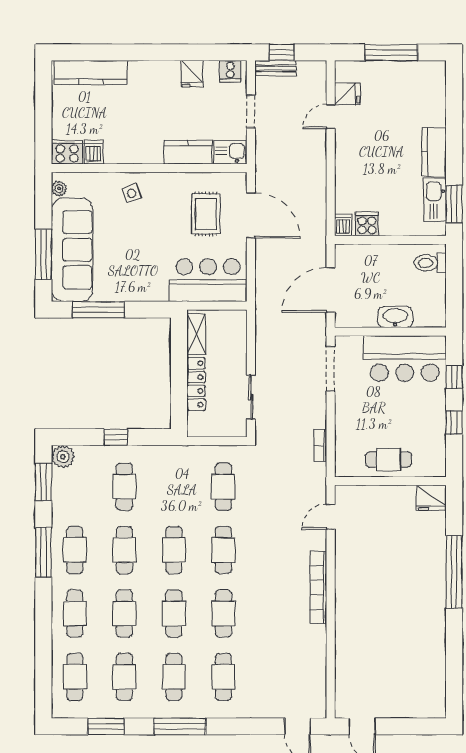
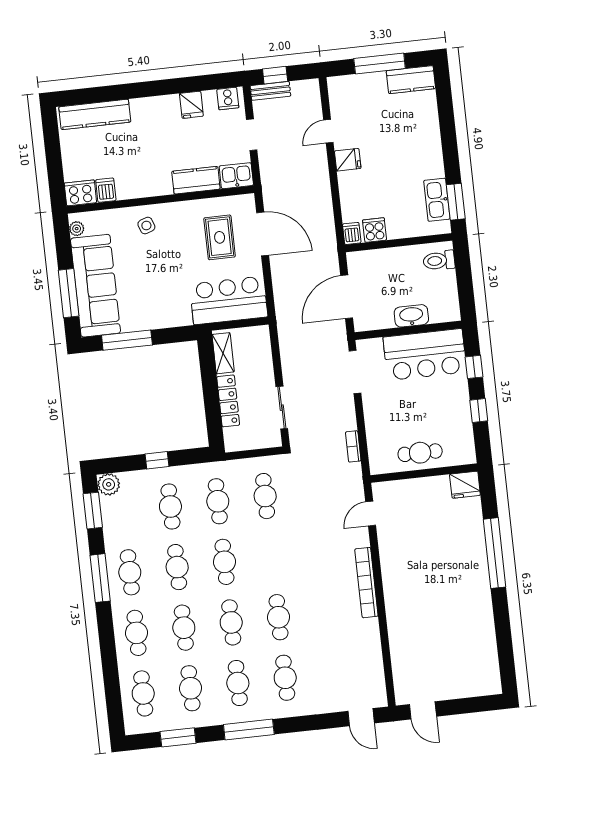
fridge: (347, 94) -> (348, 160), moved
kitchen counter: (434, 152) -> (411, 80), moved, turned -90
cafe table: (223, 550) -> (218, 501), moved

